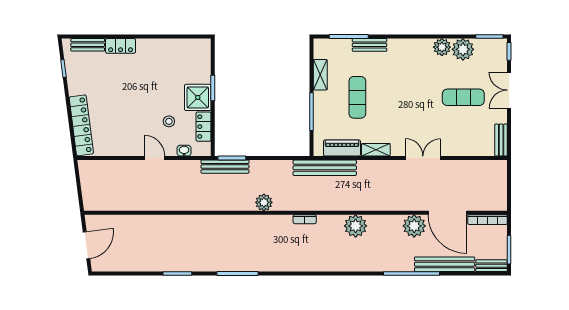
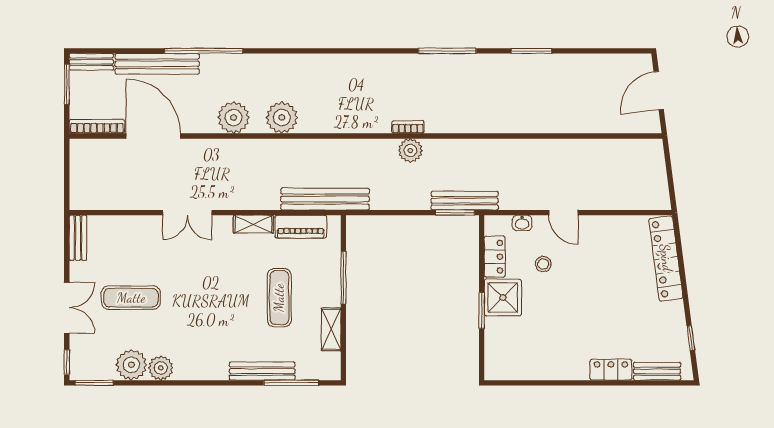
bench: (369, 45) -> (262, 371), width x1.36
bookcase: (305, 219) -> (408, 127), moved
plant: (414, 226) -> (234, 118), moved

